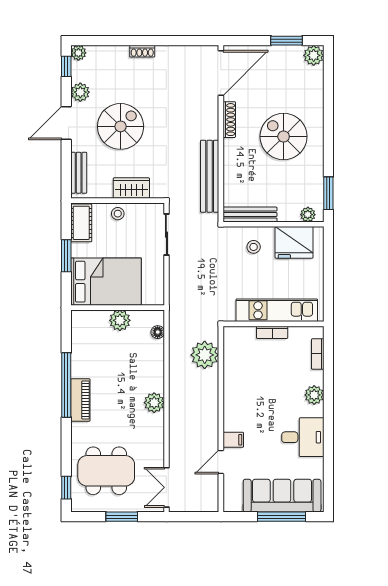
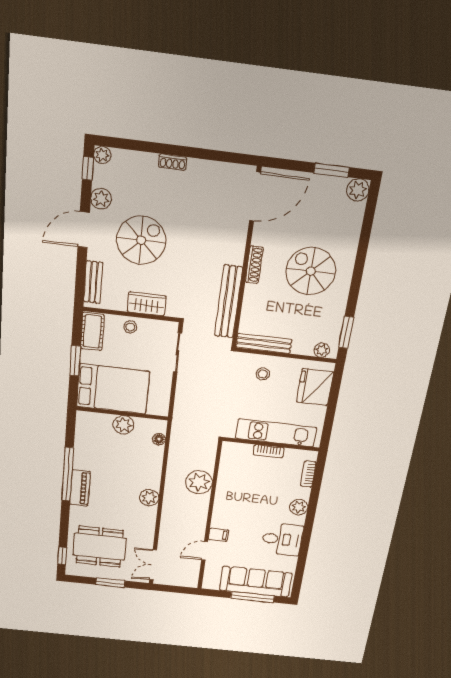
shoe rack: (229, 120) -> (254, 265), moved
fridge: (294, 242) -> (315, 387), moved, turned 90
plant: (205, 355) -> (199, 482), moved

